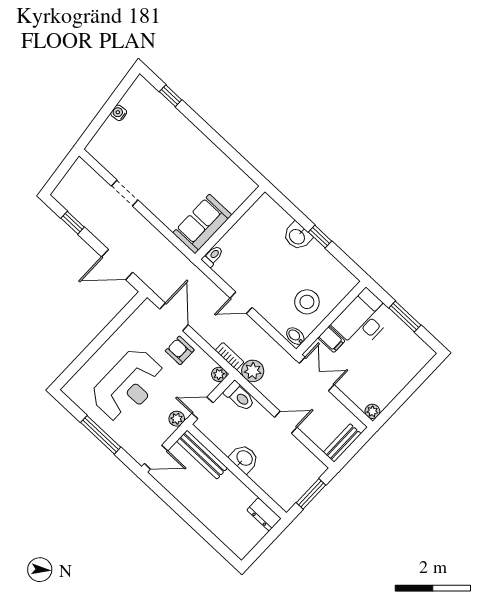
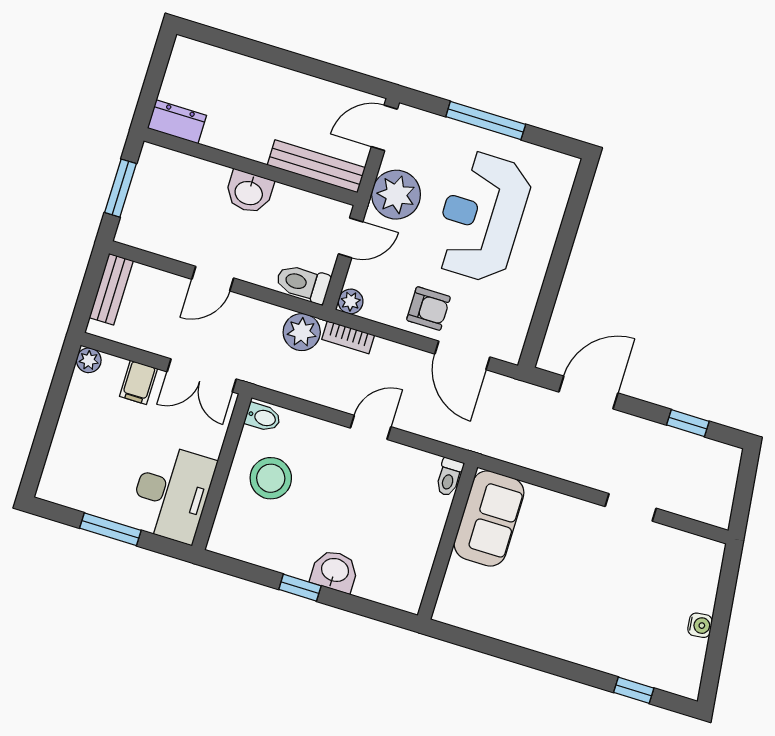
filing cabinet: (331, 339) -> (138, 382), moved, turned -90
plant: (177, 419) -> (396, 195), width x1.88, depth x1.88

